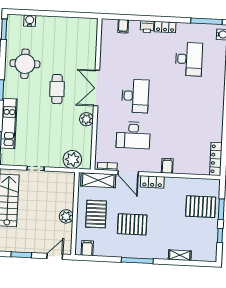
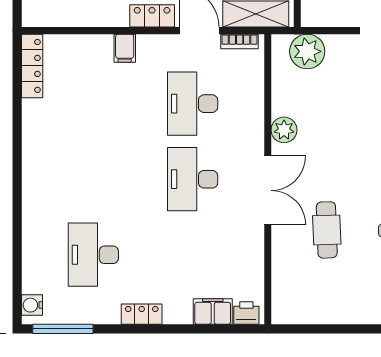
filing cabinet: (123, 26) -> (213, 311), width x2.00
printer: (147, 27) -> (246, 313), moved
cafe table: (57, 89) -> (327, 230), moved
desk: (133, 135) -> (193, 104), turned -90

